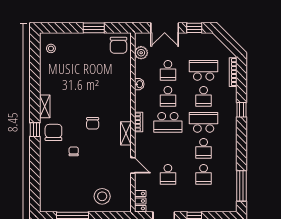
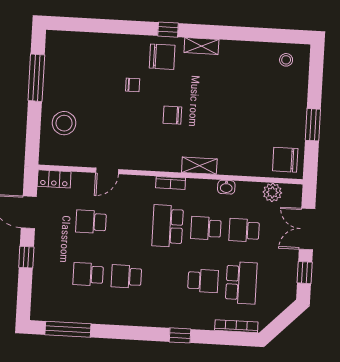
school desk: (204, 96) -> (203, 281), turned 180
school desk: (204, 122) -> (165, 279), removed
shelving: (126, 133) -> (199, 166), moved

